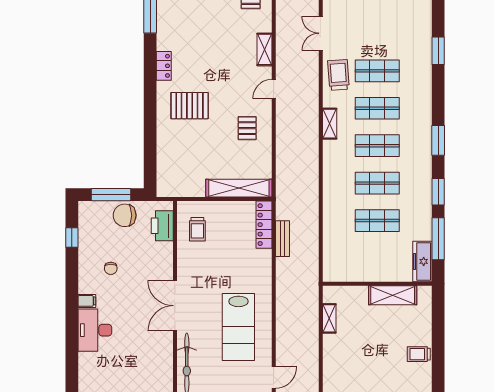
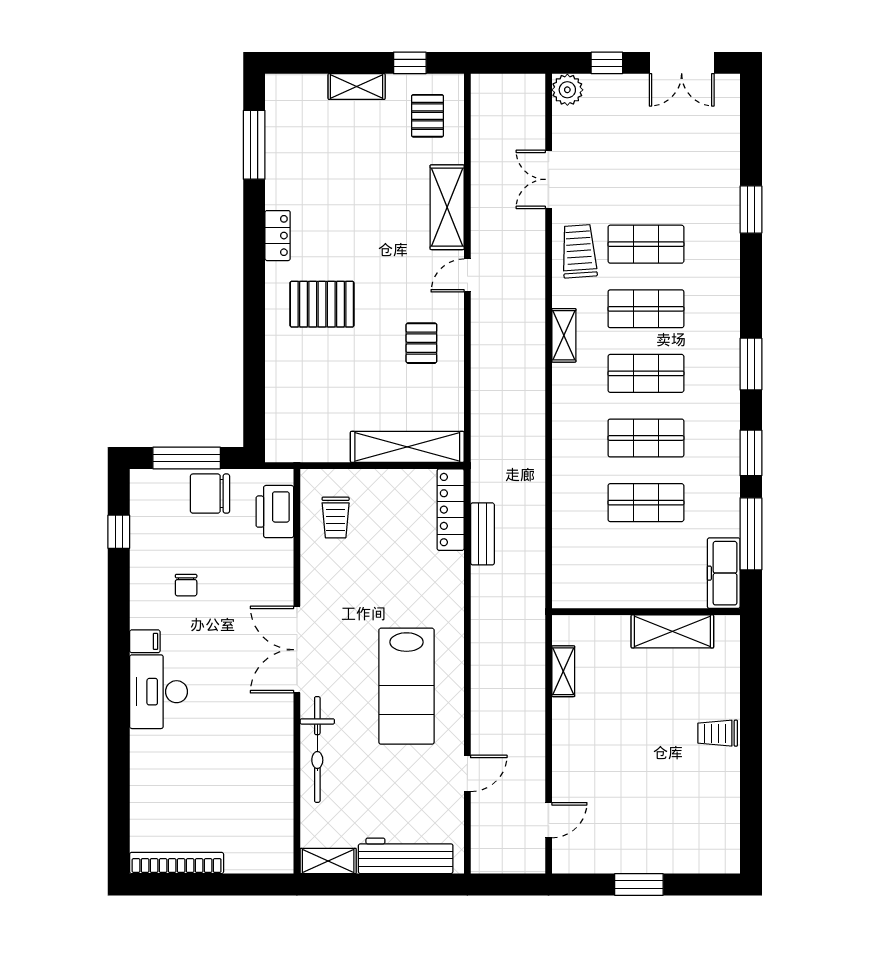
shelving: (264, 49) -> (447, 207), width x1.50, depth x1.33

